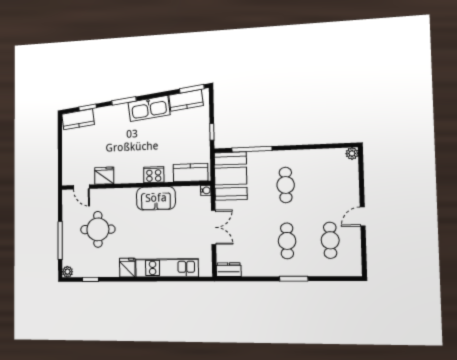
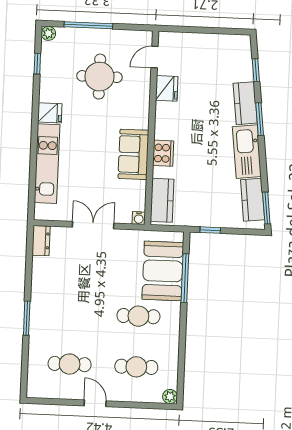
kitchen counter: (78, 119) -> (245, 103), moved
booth: (231, 176) -> (163, 271), moved, turned 90
double door: (214, 227) -> (93, 225), swing flipped
cafe table: (287, 241) -> (136, 367), moved

